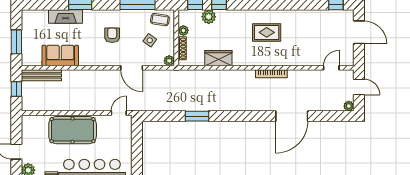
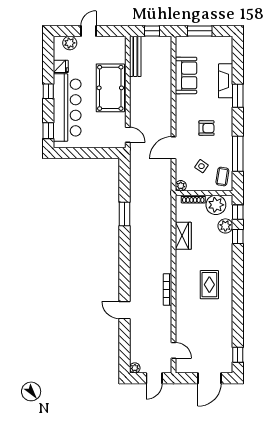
plant: (183, 30) -> (216, 205), width x1.88, depth x1.88
bench: (41, 75) -> (135, 56), moved
door: (292, 116) -> (124, 310), width x0.53

